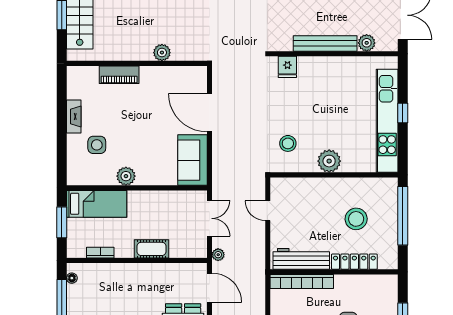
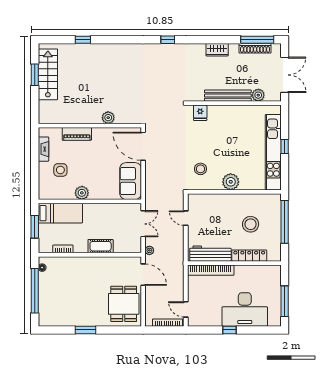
plant: (162, 53) -> (108, 118), moved
wall: (137, 63) -> (90, 126), moved
piano: (119, 75) -> (77, 134), moved

